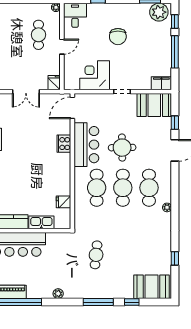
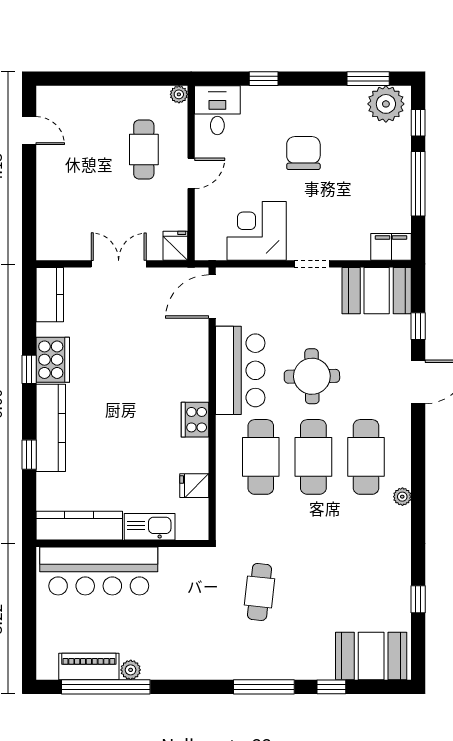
chair: (118, 37) -> (303, 153), turned 180
double door: (26, 92) -> (119, 264), swing flipped
cooker: (64, 144) -> (195, 420), moved
plant: (58, 294) -> (131, 670), moved

